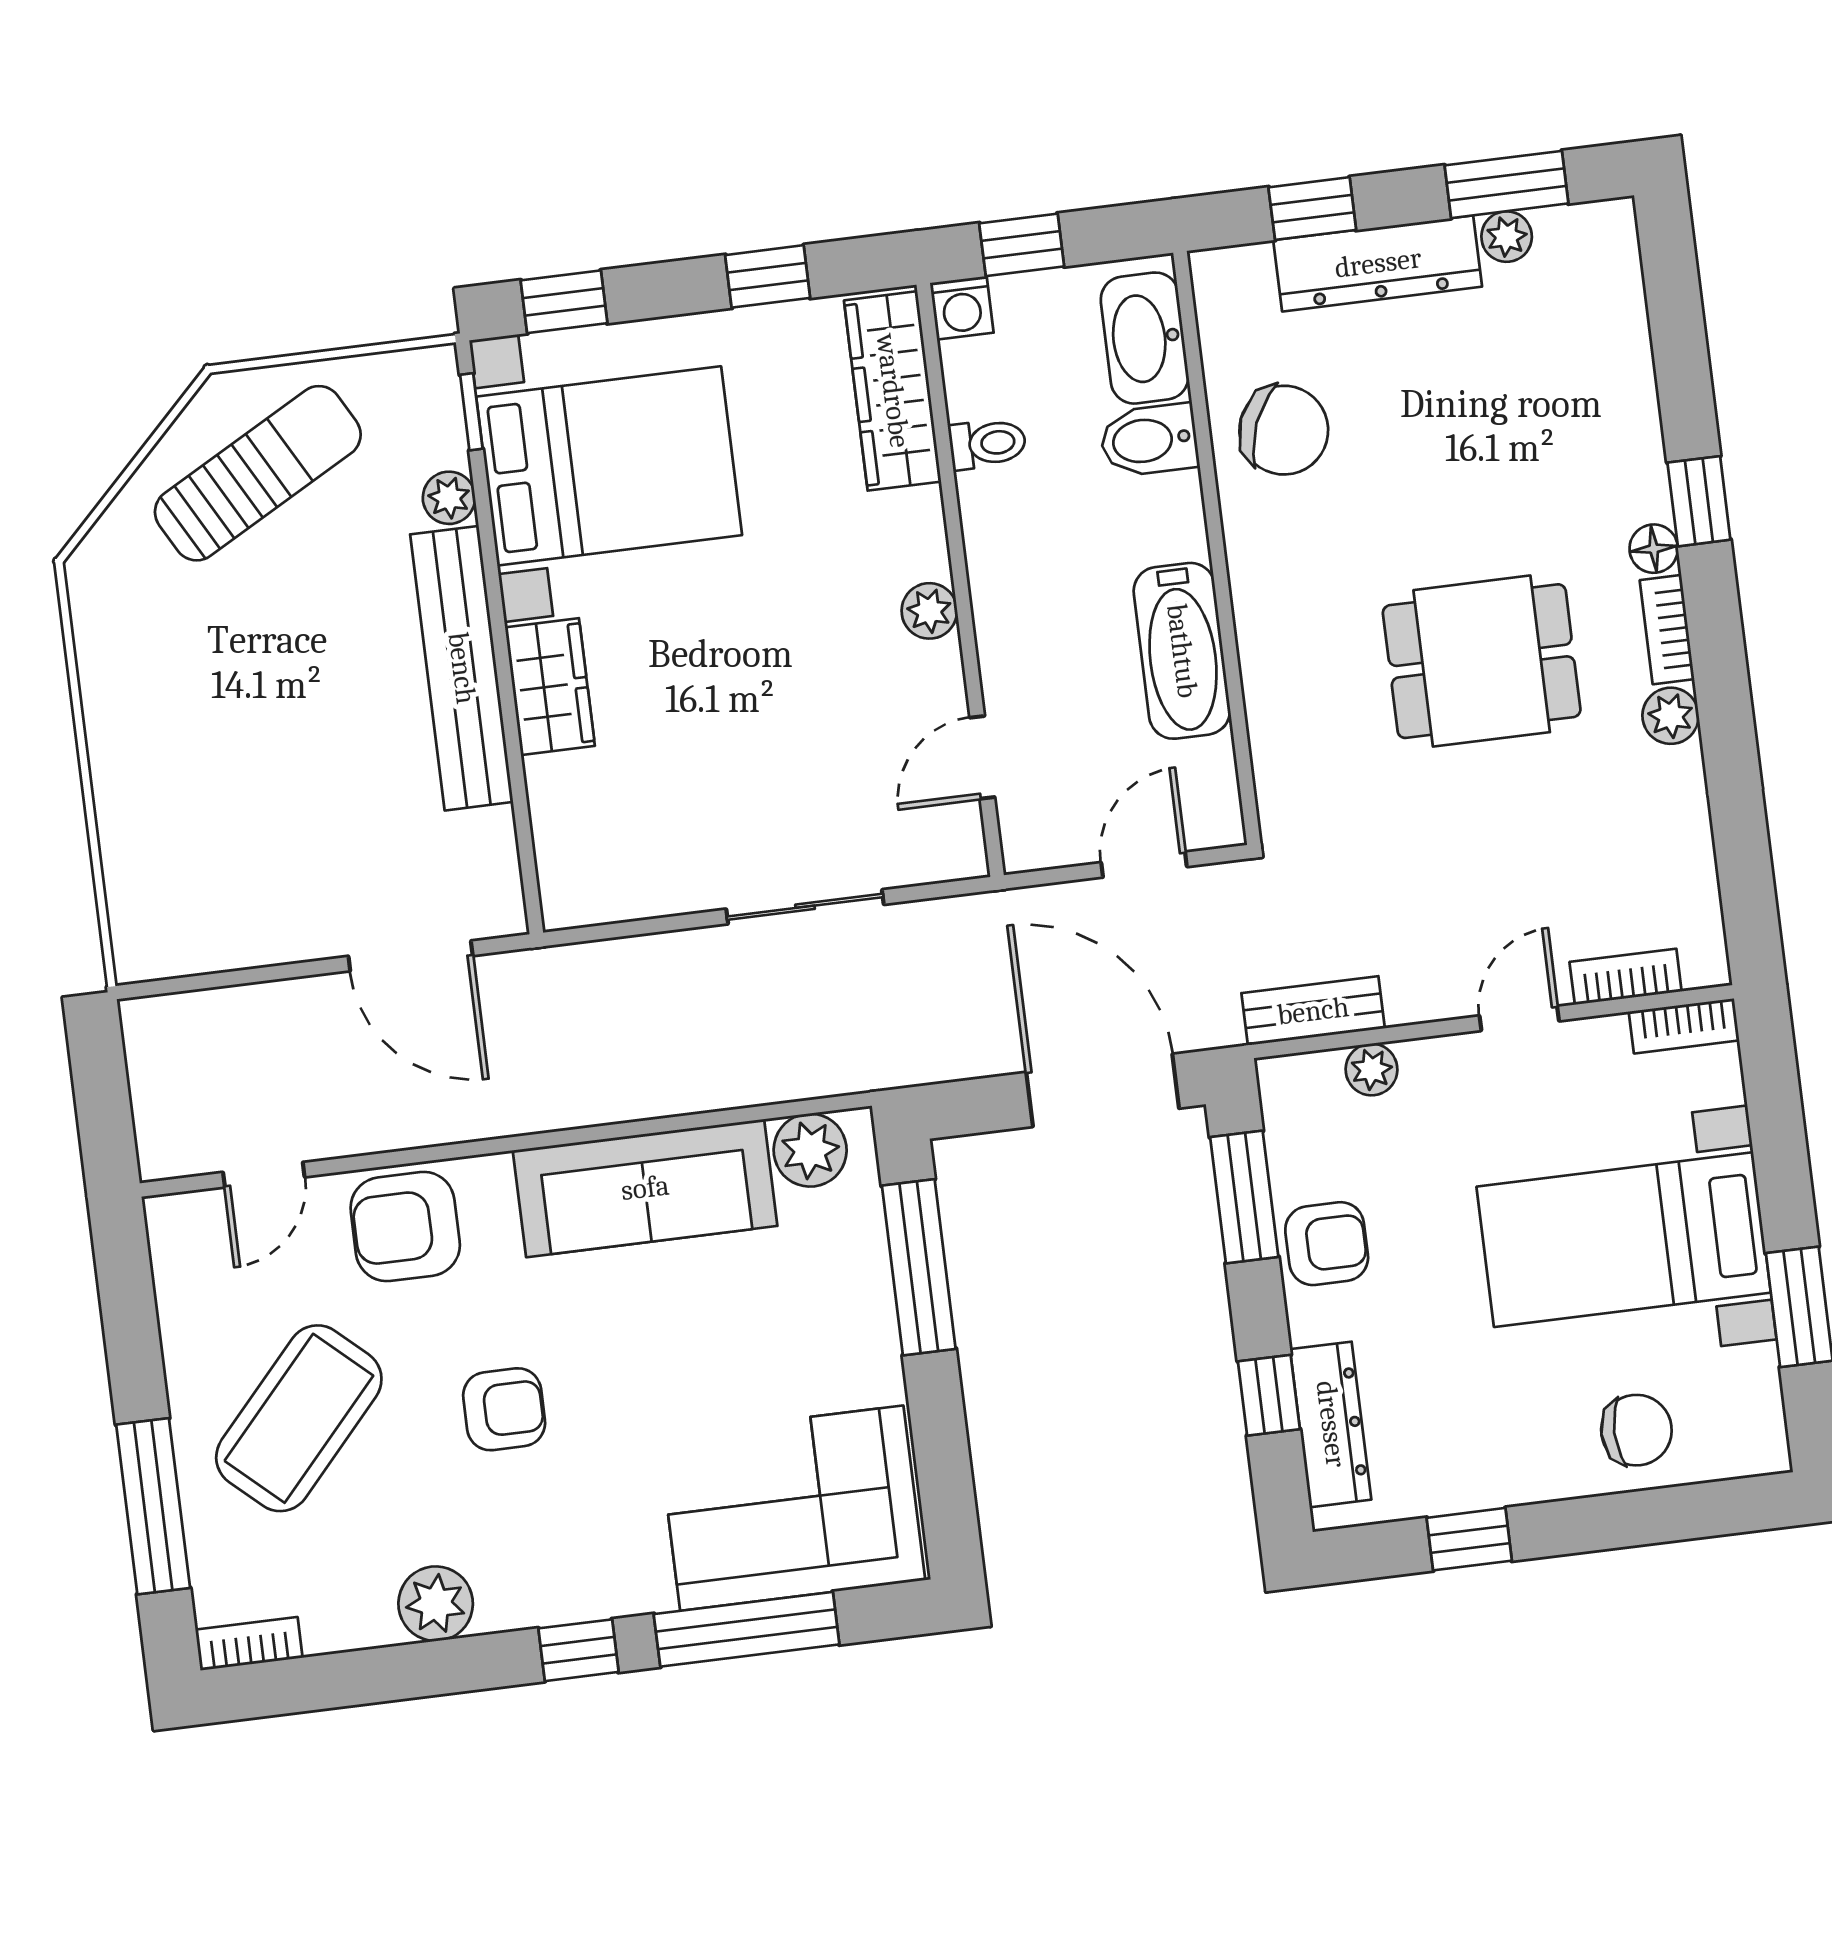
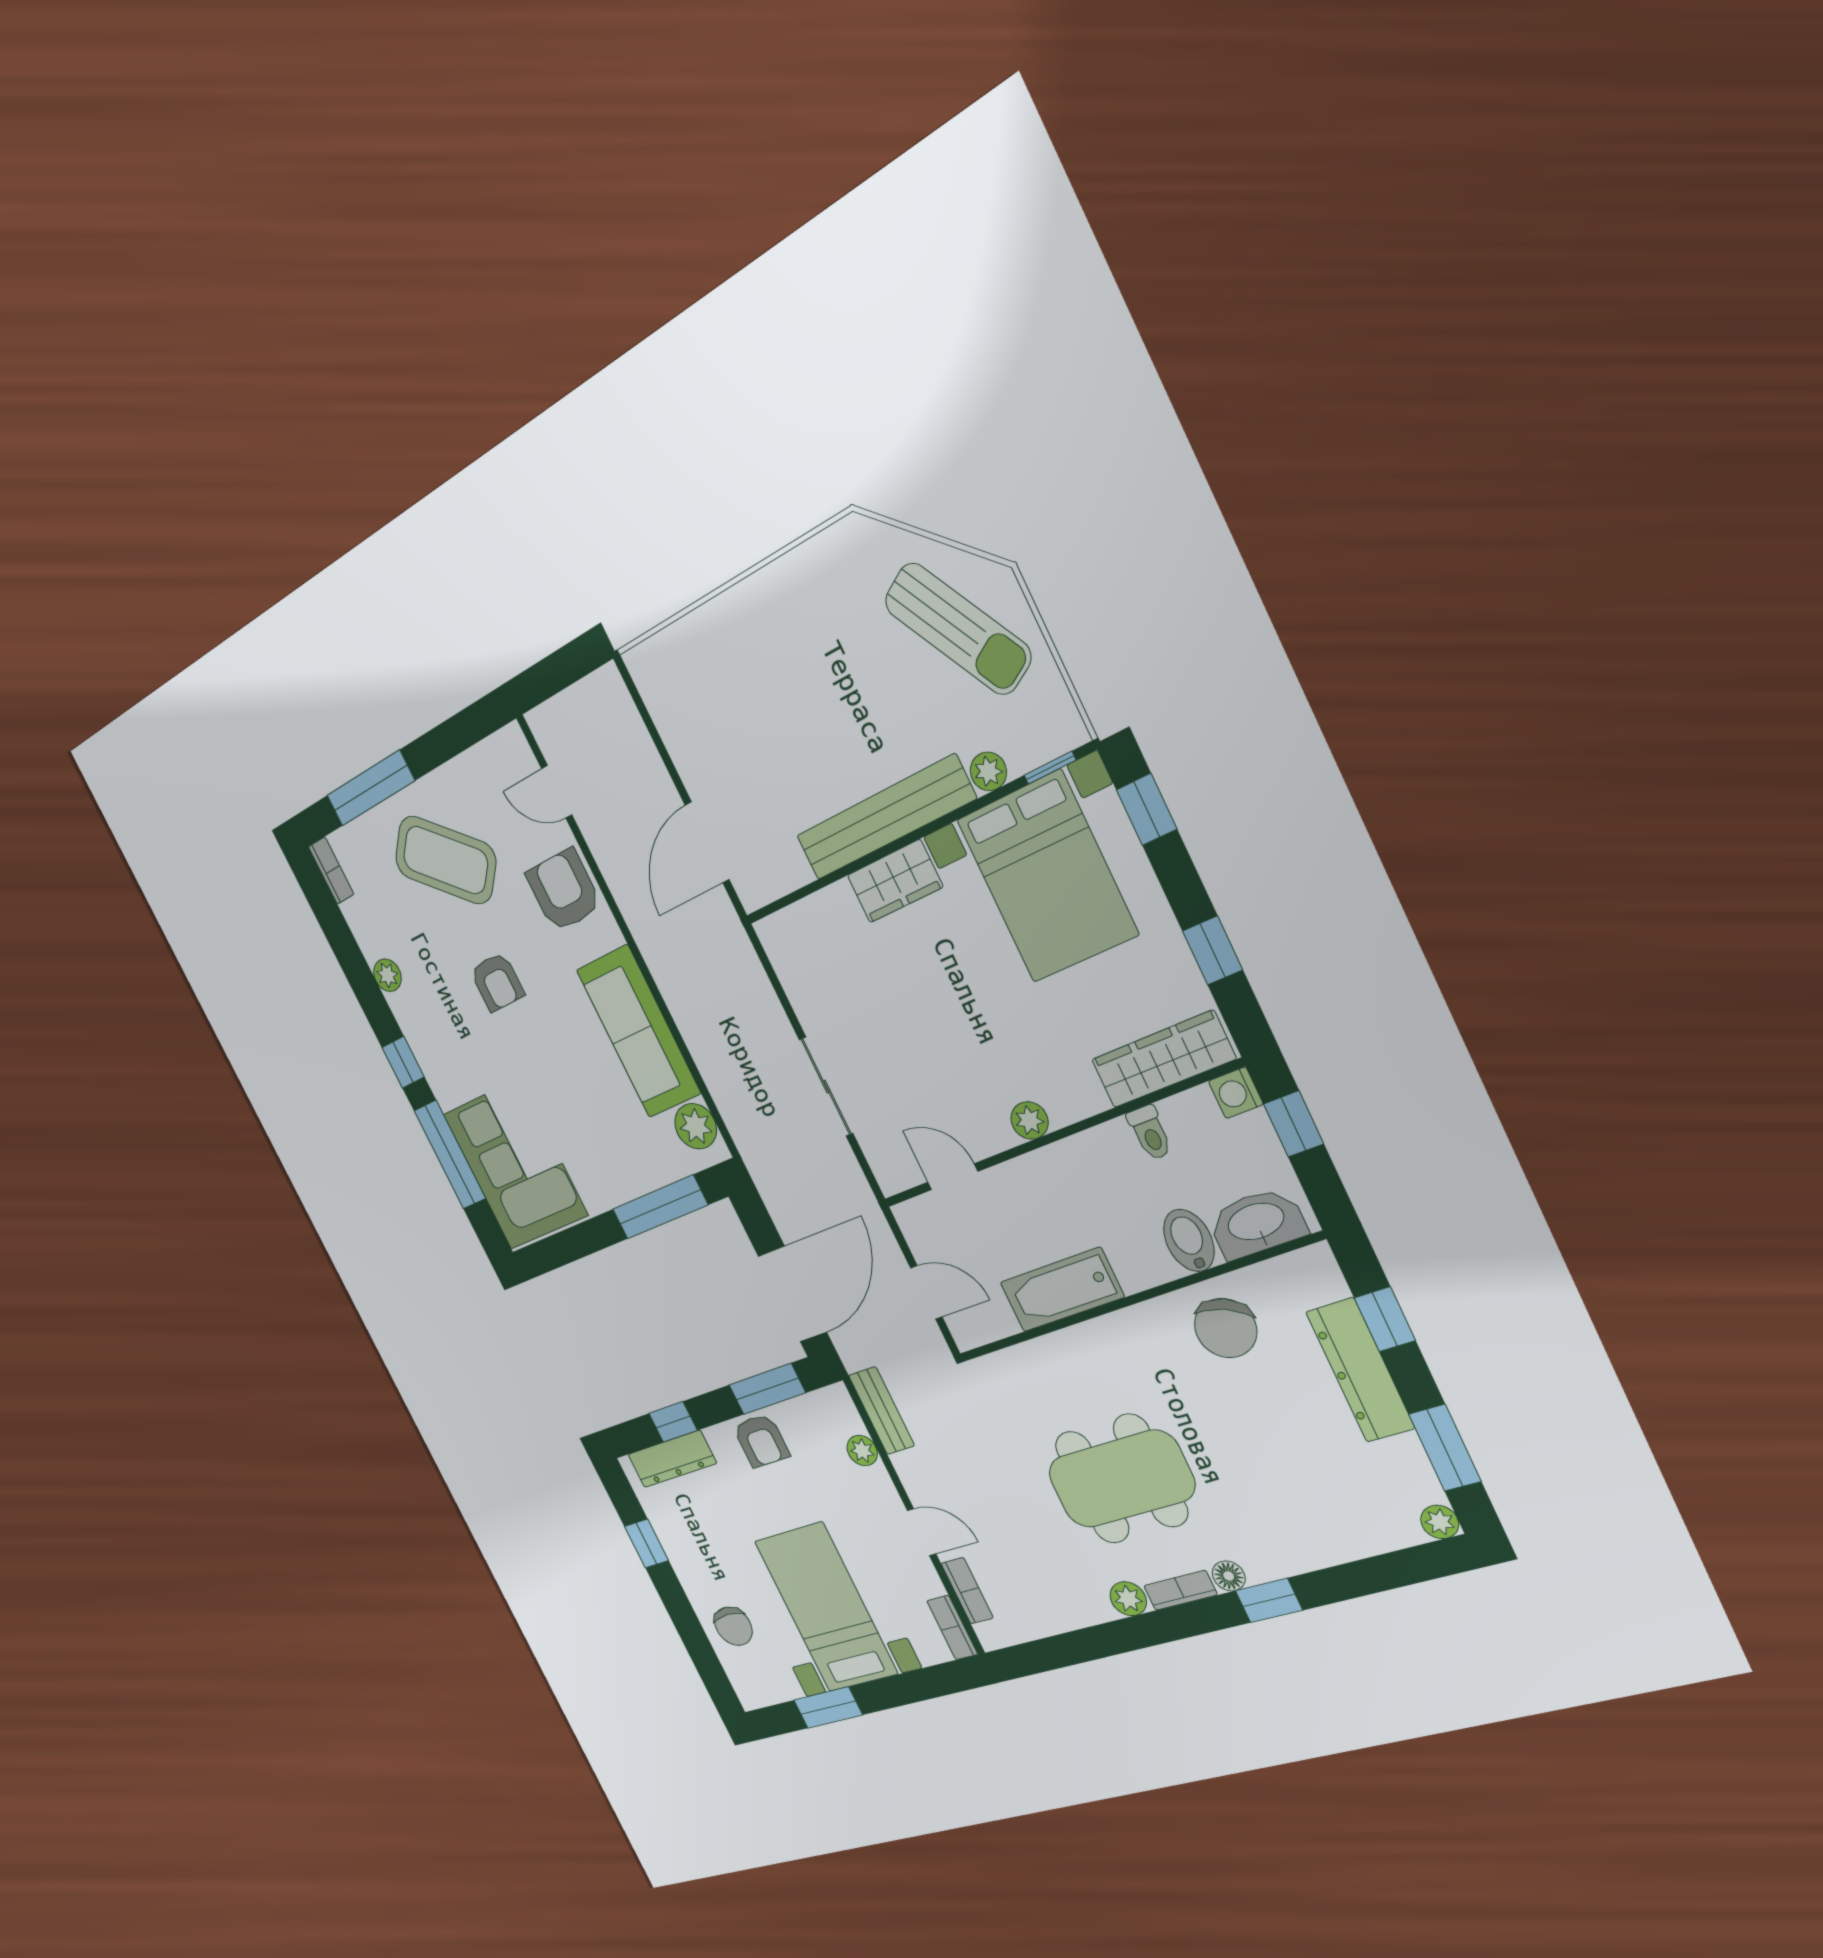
plant: (1507, 237) -> (1440, 1522), moved
dining table: (1482, 661) -> (1121, 1479), width x1.37
plant: (436, 1604) -> (387, 975), width x0.73, depth x0.73

